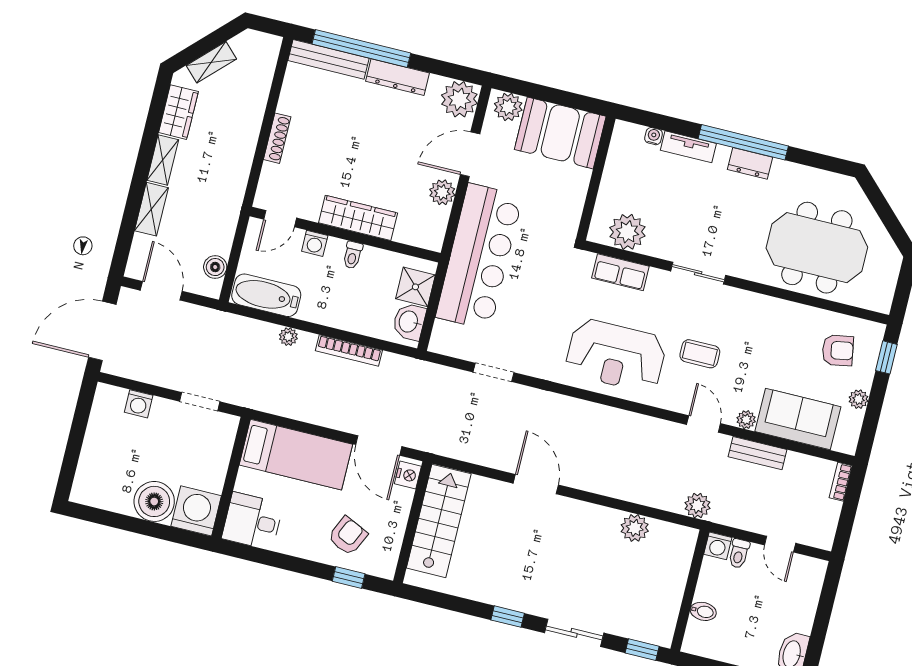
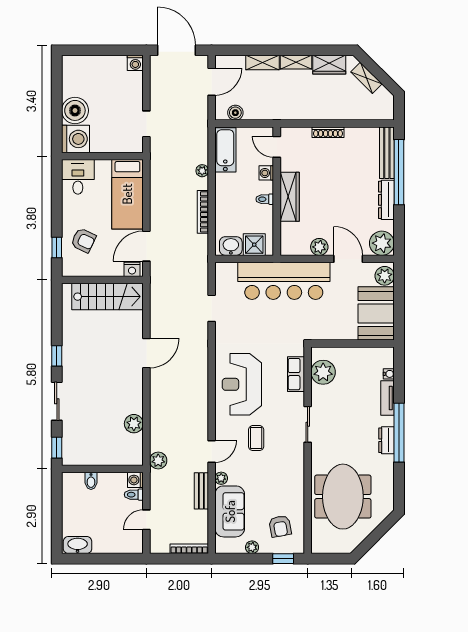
washing machine: (139, 404) -> (135, 63), moved, turned -90
bookcase: (841, 482) -> (189, 549), width x1.56

